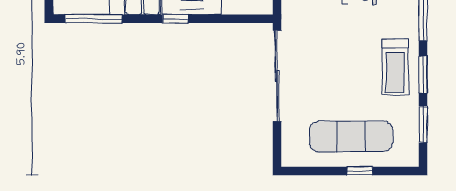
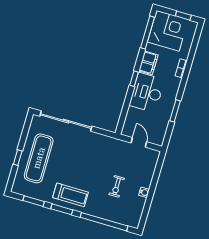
treadmill: (395, 67) -> (71, 195), turned 180
sliding door: (277, 76) -> (66, 121), moved

